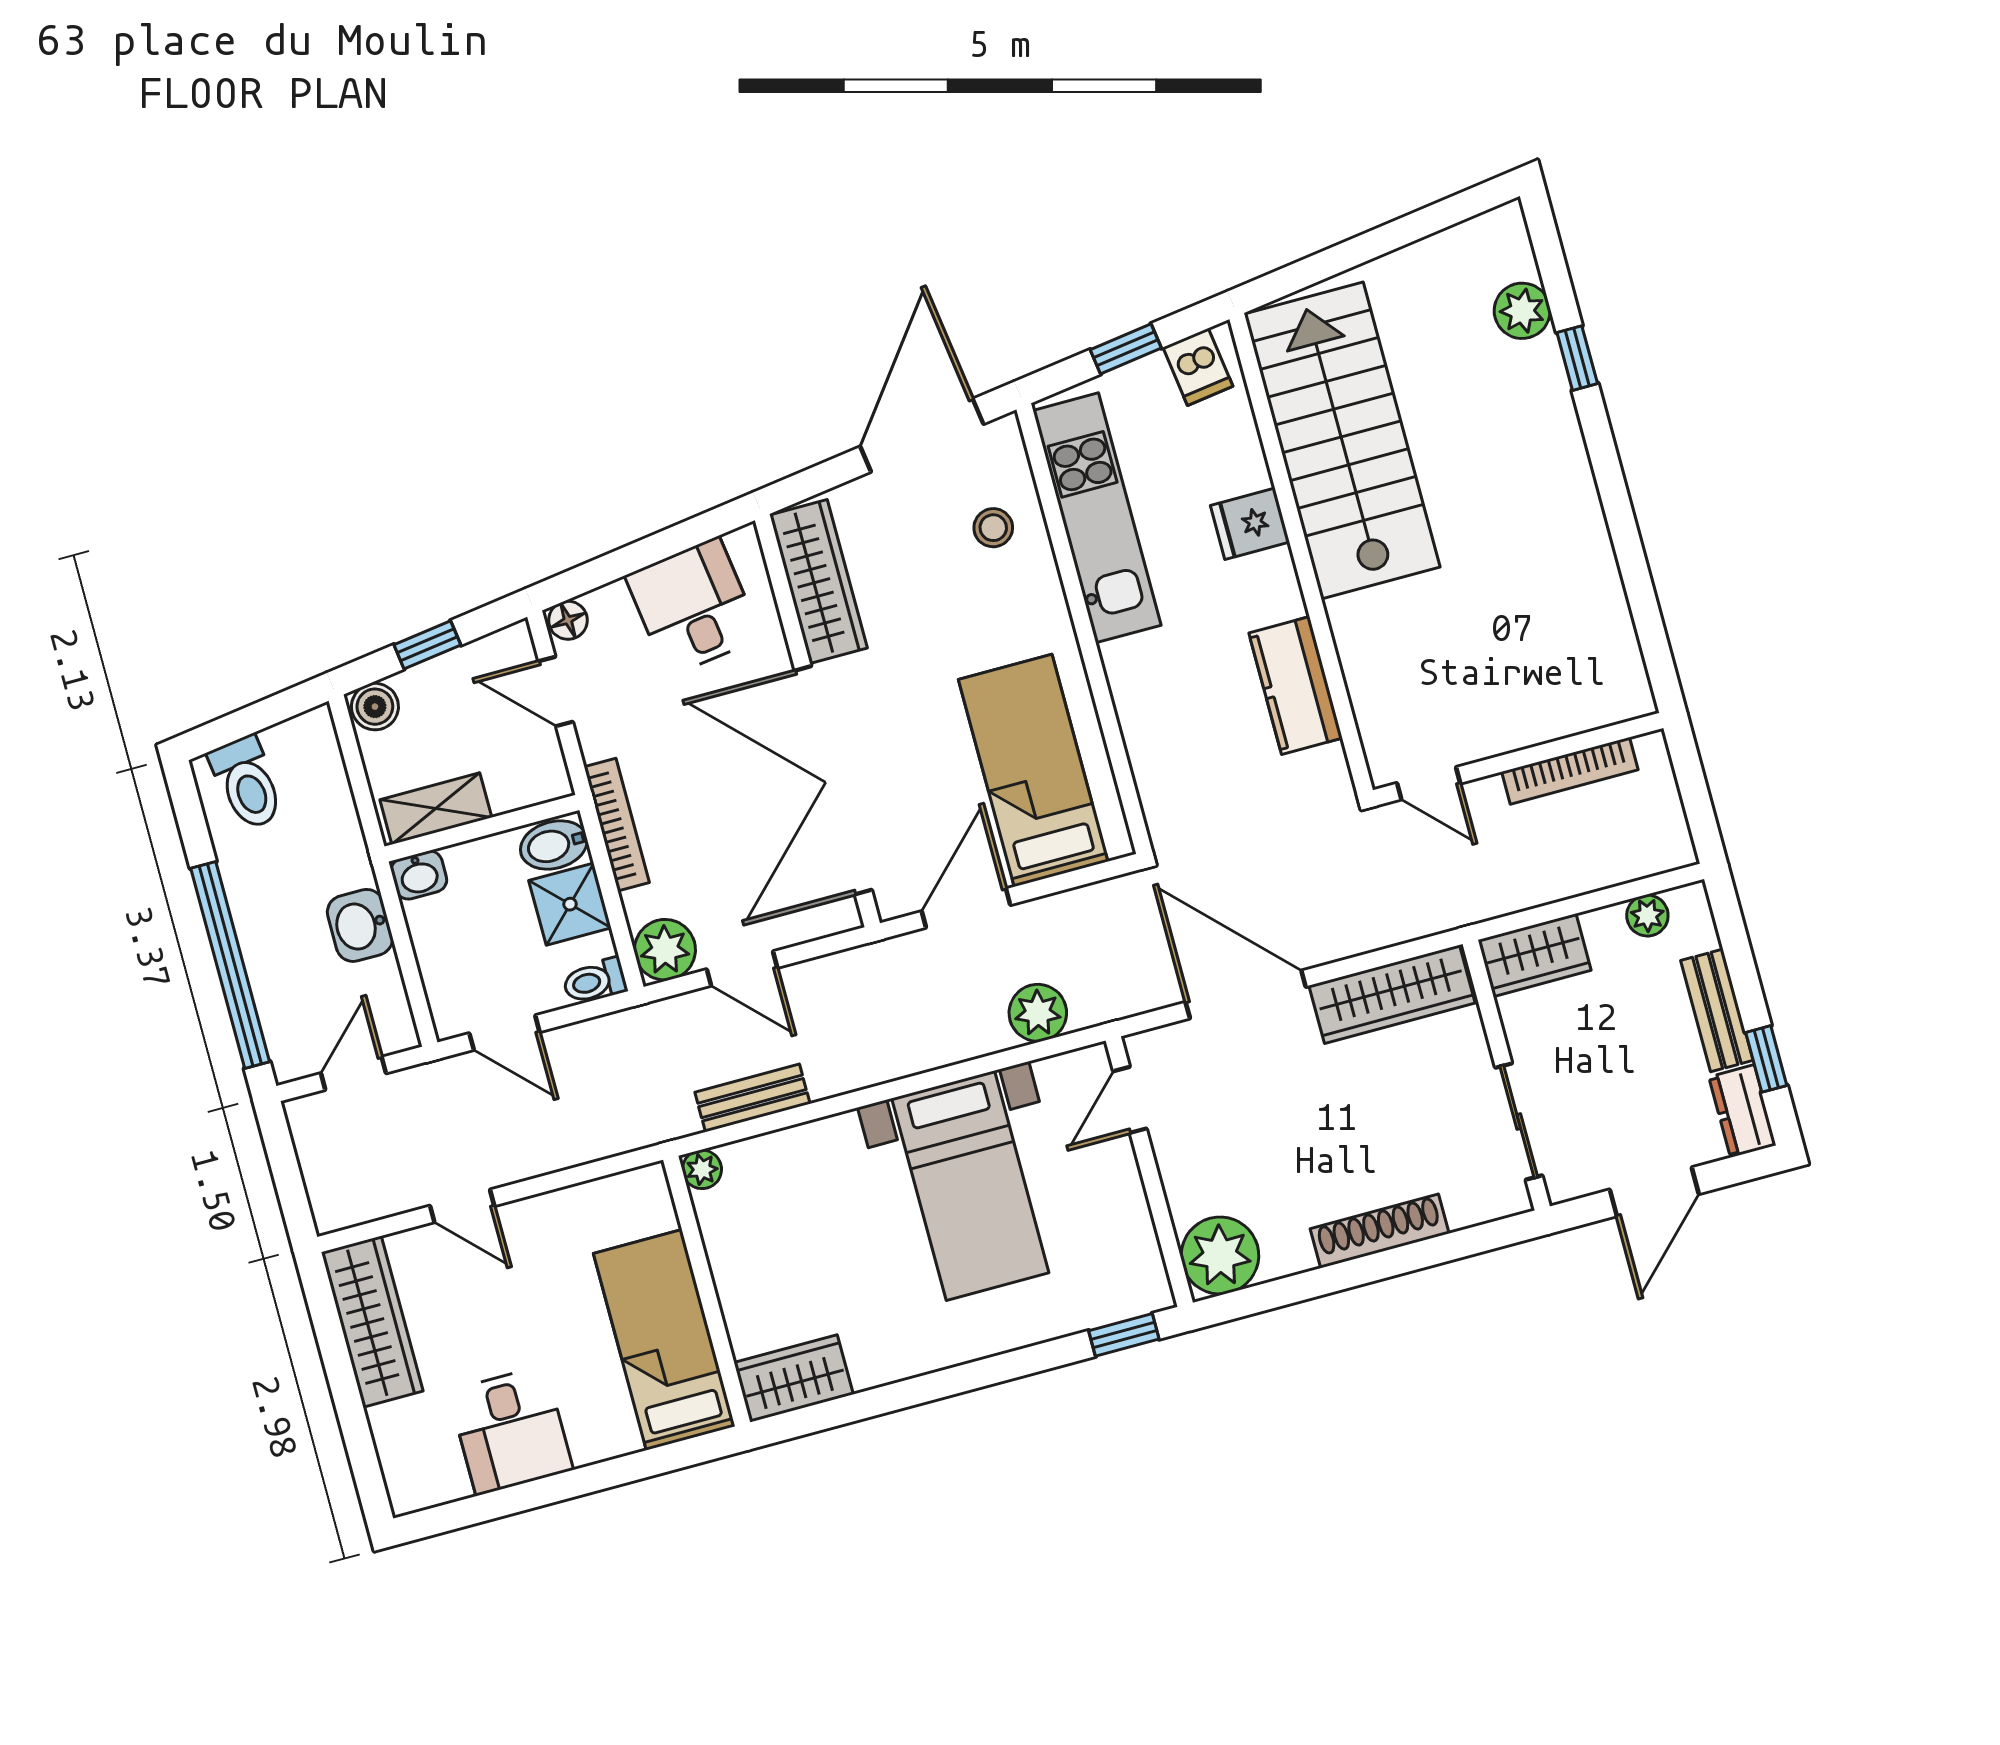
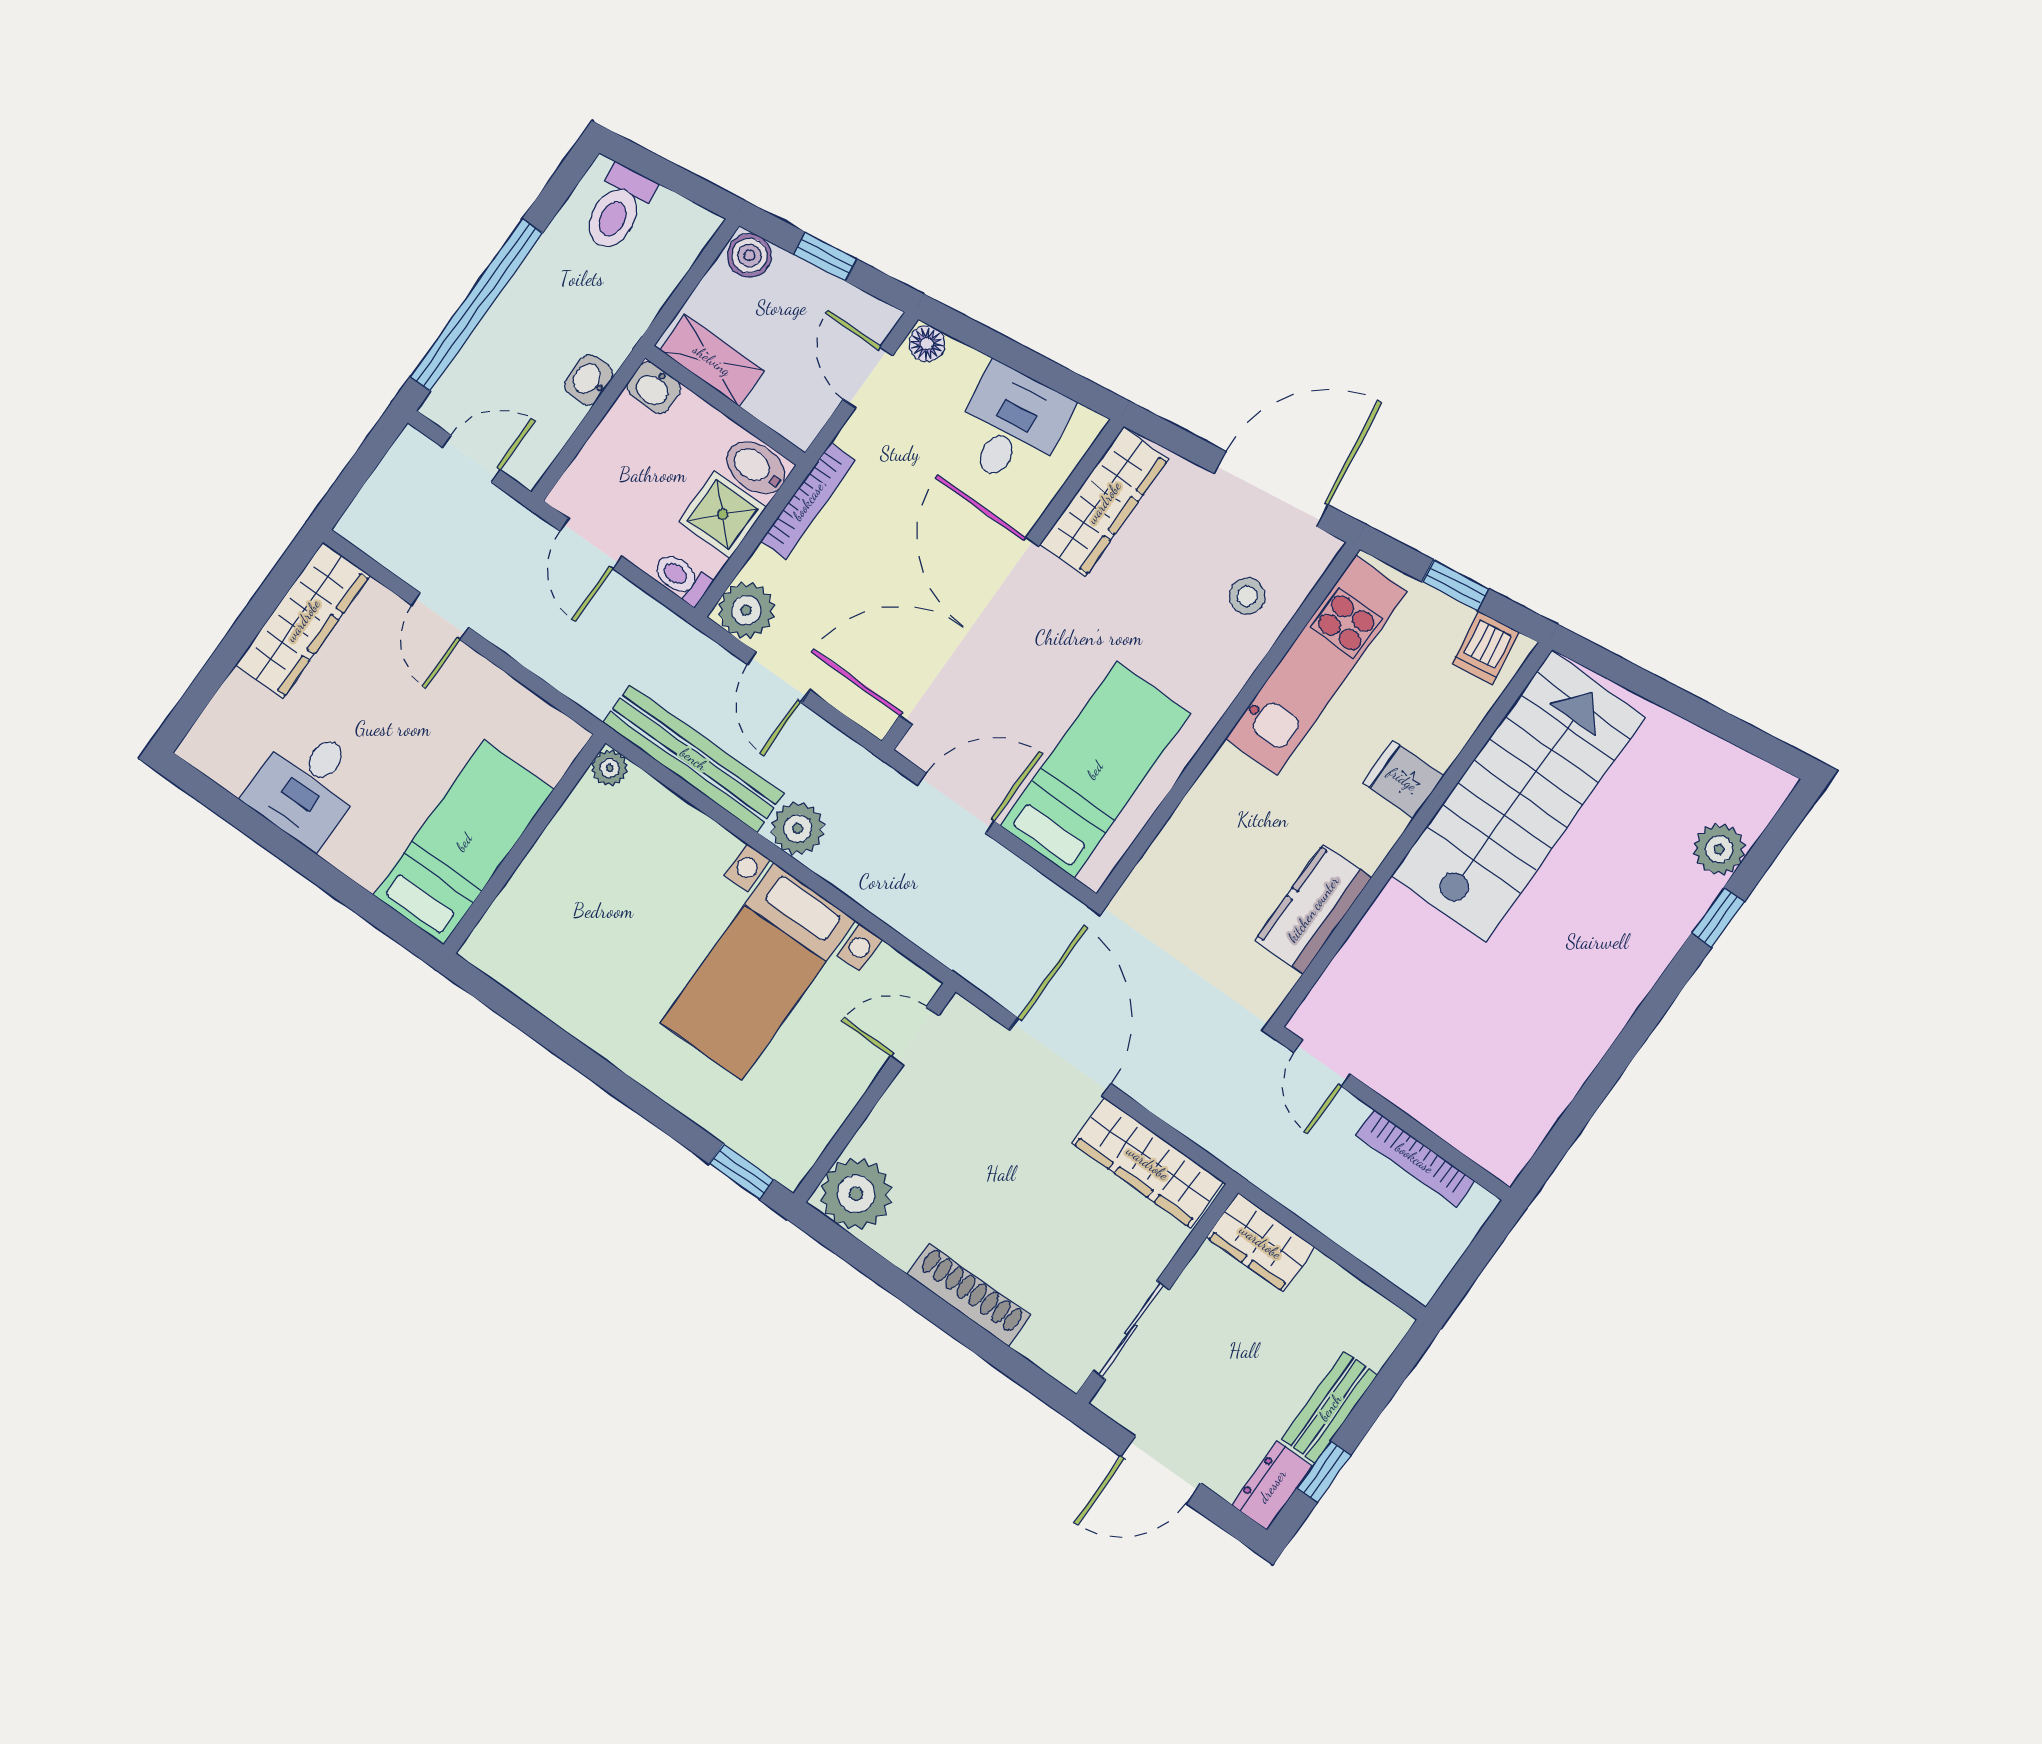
plant: (1647, 916) -> (1357, 1300), removed
washbasin: (360, 925) -> (589, 380), width x0.72, depth x0.69
plant: (1038, 1013) -> (798, 828), moved
bench: (752, 1098) -> (694, 759), width x1.86, depth x1.21
wardrobe: (794, 1378) -> (513, 959), removed

